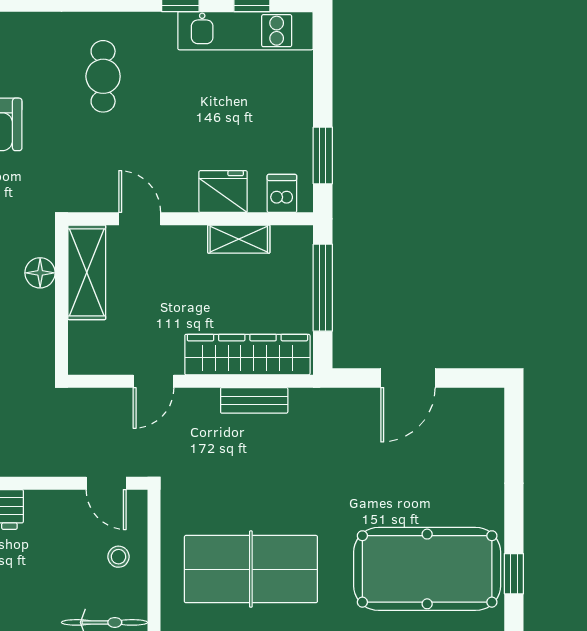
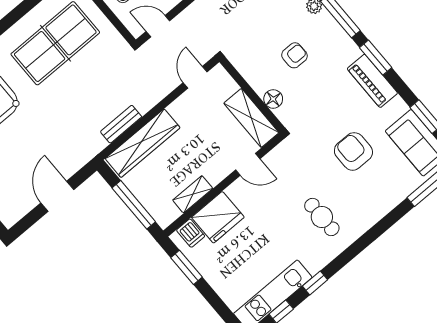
fridge: (223, 192) -> (218, 217), width x1.36, depth x1.34
door: (154, 381) -> (195, 77), moved

